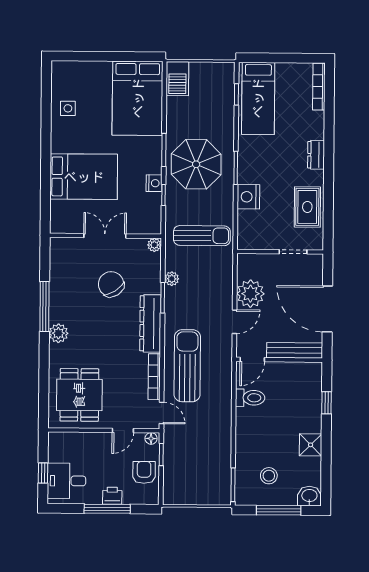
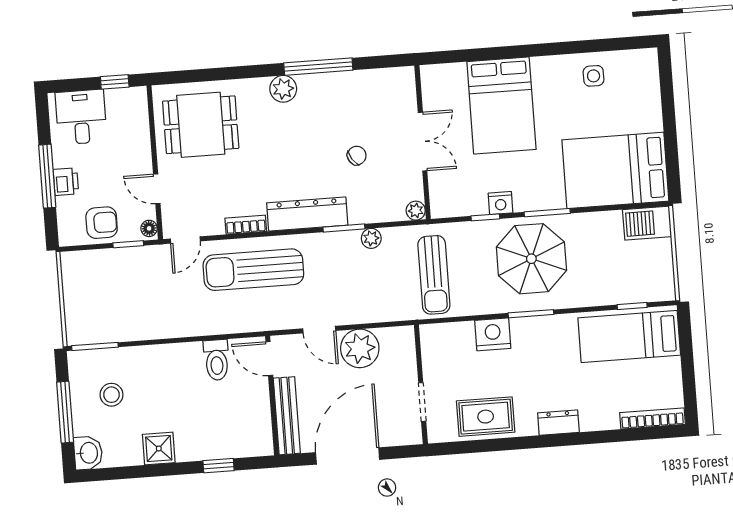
chair: (111, 284) -> (357, 156), width x0.54, depth x0.54
sun lounger: (187, 366) -> (253, 270), turned 180
bookcase: (154, 377) -> (246, 225), width x0.64
window: (43, 473) -> (115, 82), moved

